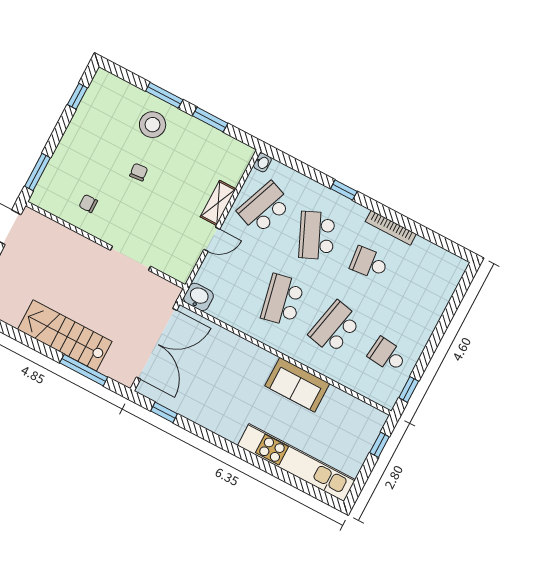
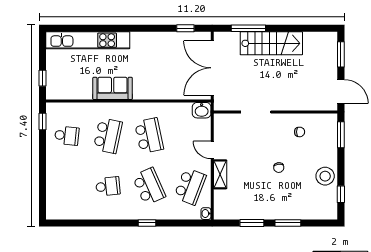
stool: (153, 125) -> (325, 176), moved
bookcase: (391, 228) -> (106, 215), removed
door: (212, 239) -> (212, 150), hinge flipped

